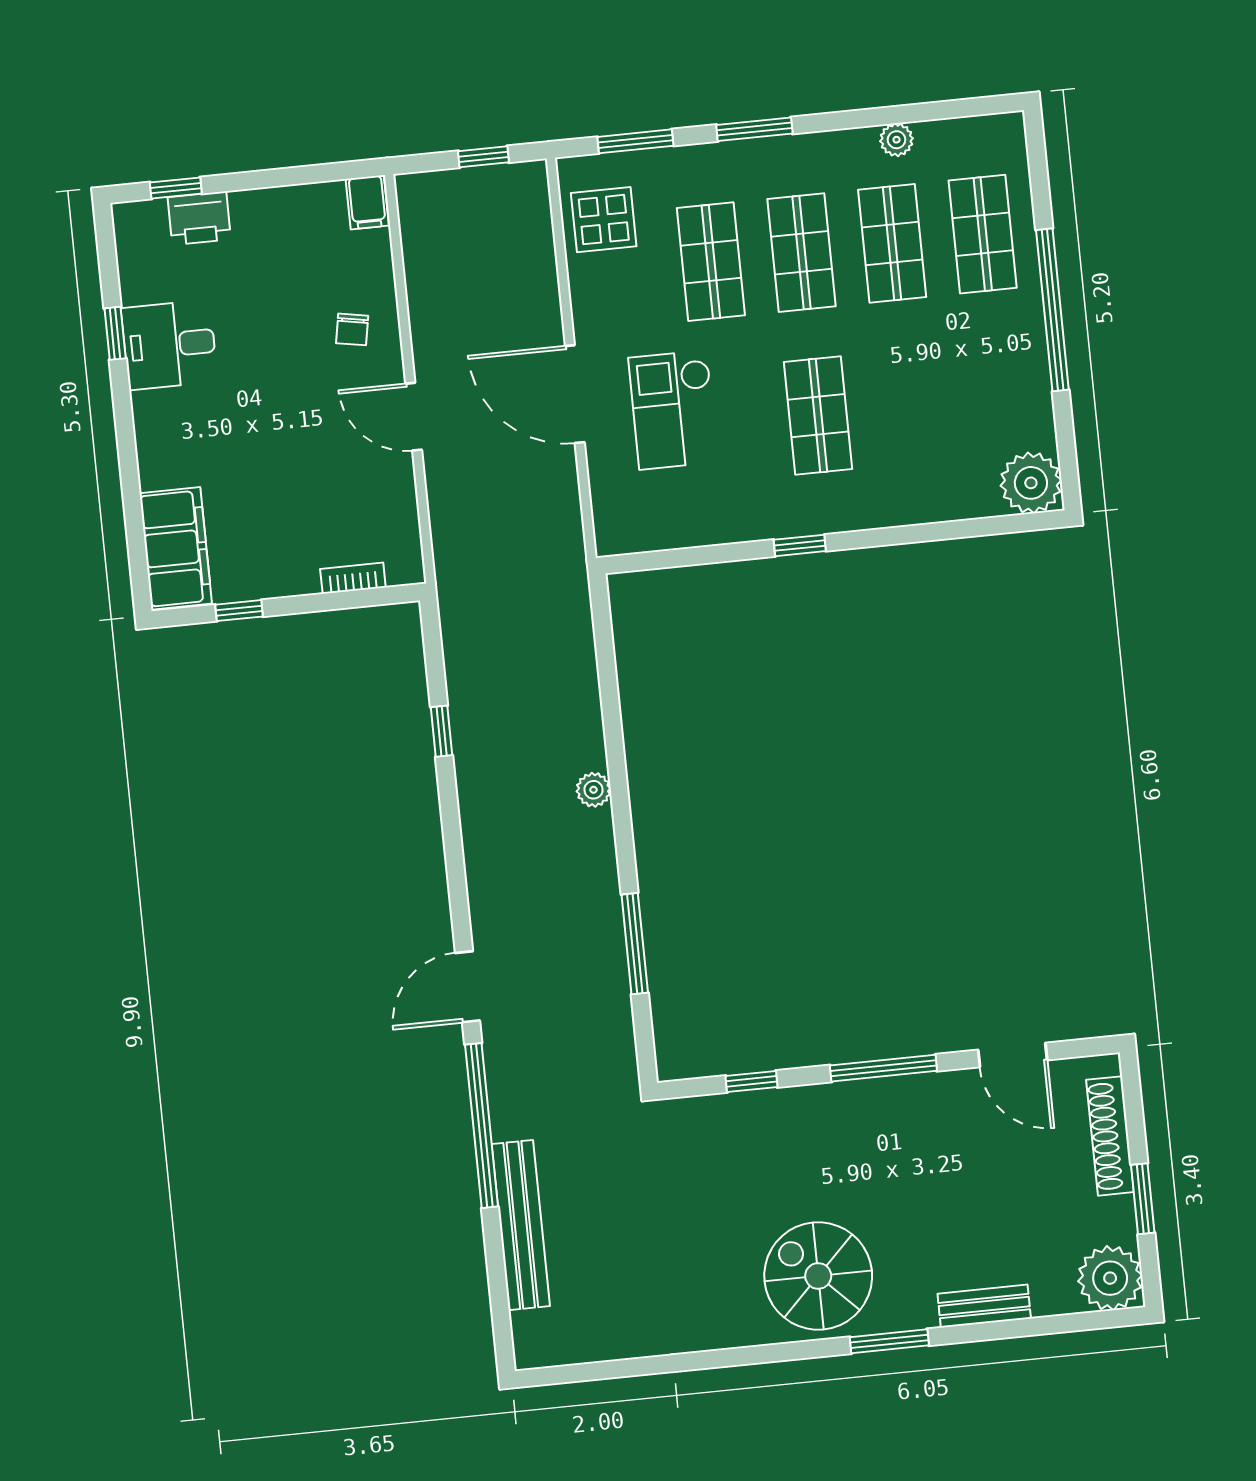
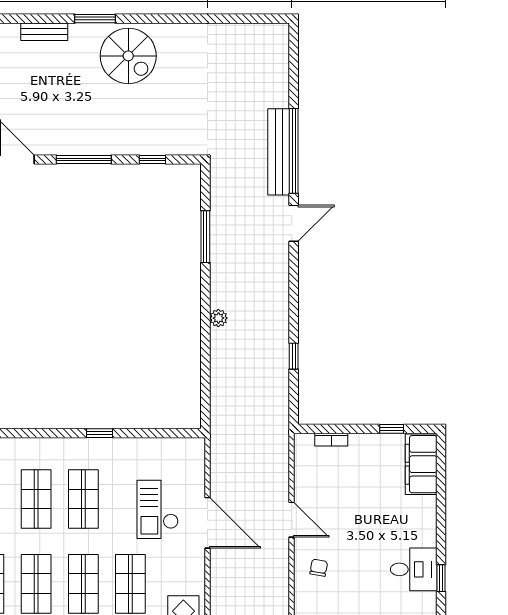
shop shelf: (909, 406) -> (36, 499), added
checkout: (673, 410) -> (158, 509), turned 180
bench: (521, 1225) -> (279, 152), moved

